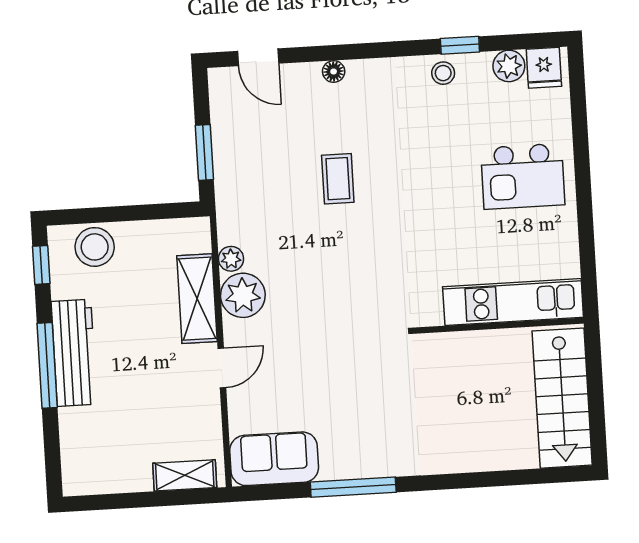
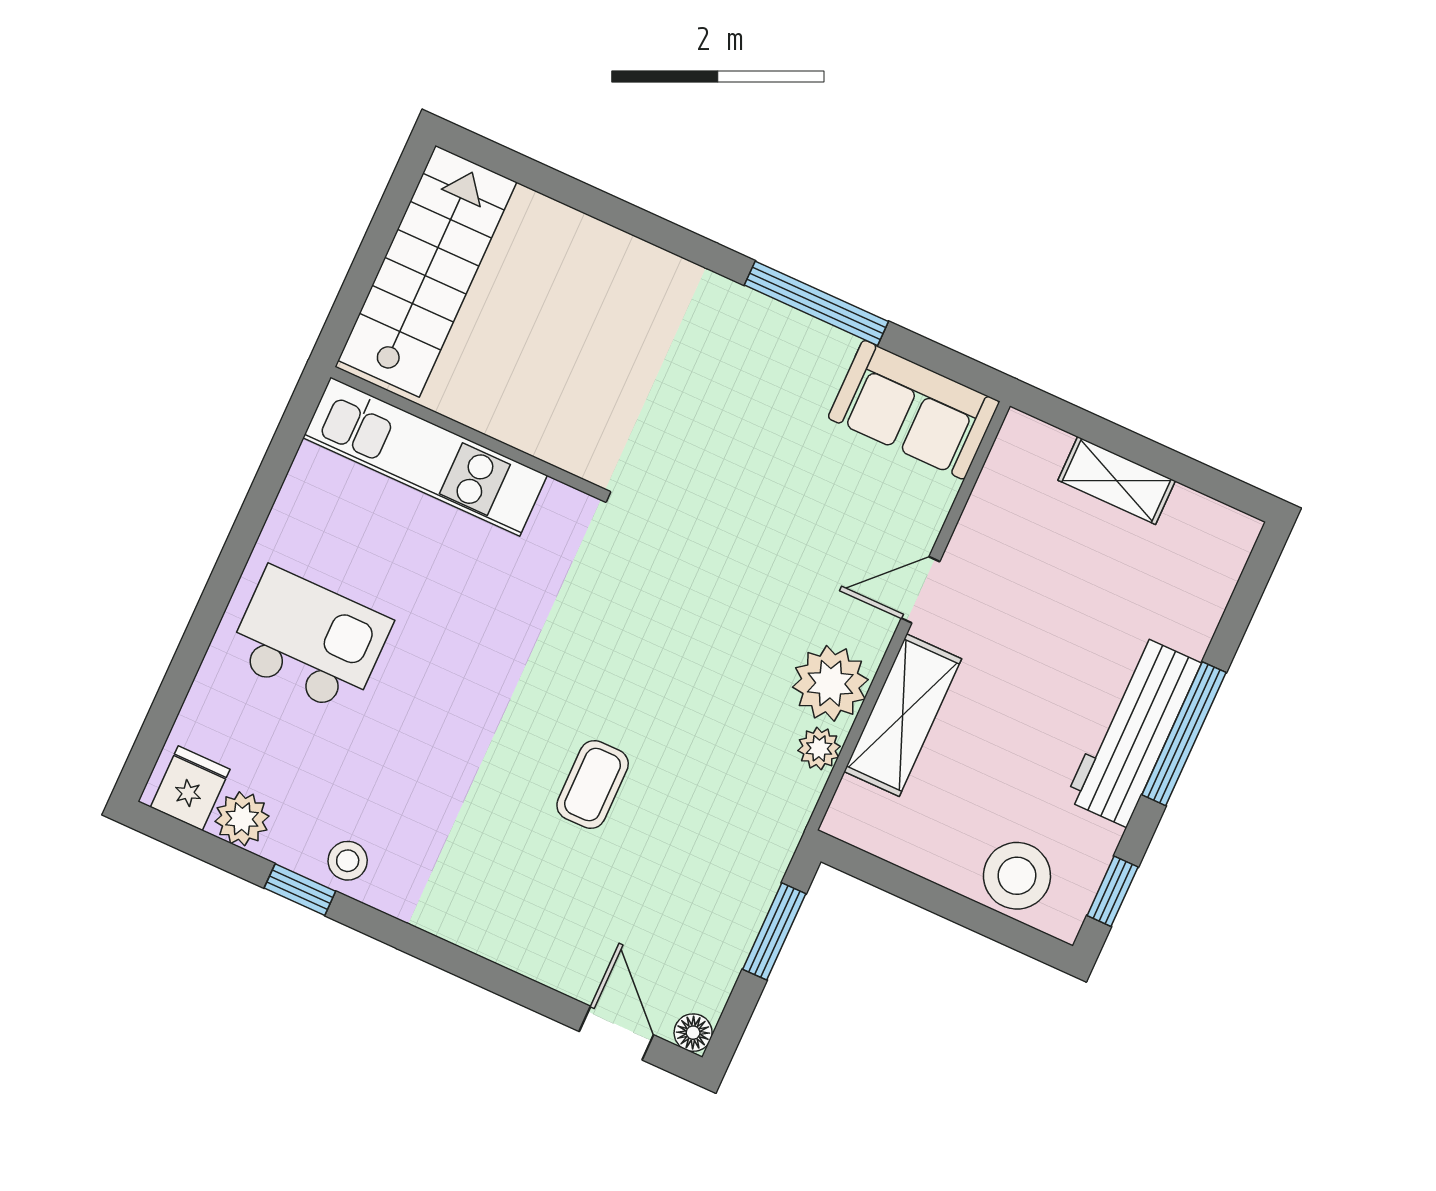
floor lamp: (334, 71) -> (693, 1033), moved
shelving: (185, 475) -> (1117, 480), moved

